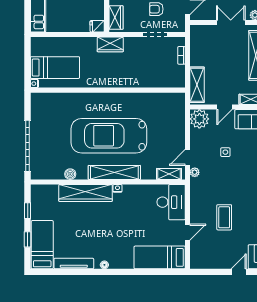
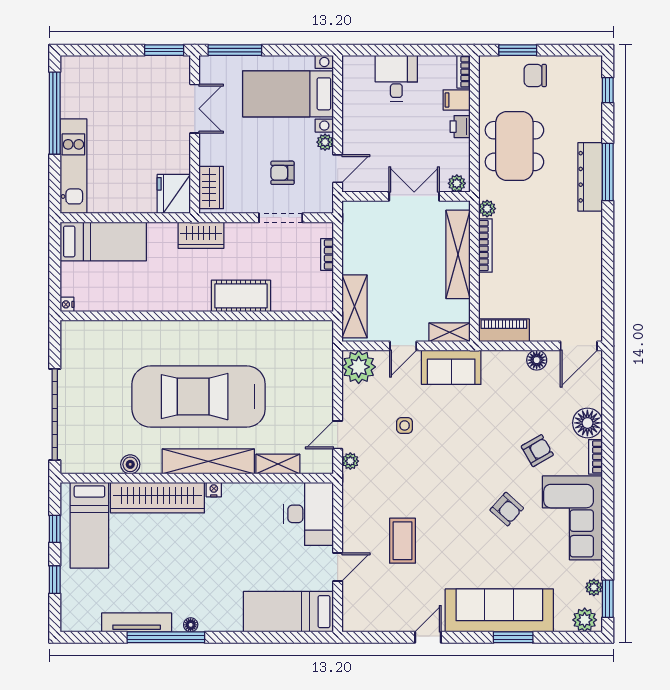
fridge: (97, 26) -> (174, 194), width x1.88, depth x1.34
bed: (55, 68) -> (103, 241), moved
cot: (133, 79) -> (241, 296), added
shelving: (169, 174) -> (278, 464), moved
bed: (42, 245) -> (89, 525), moved, turned 180
window: (90, 272) -> (166, 637), added

